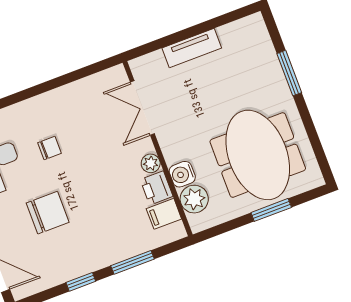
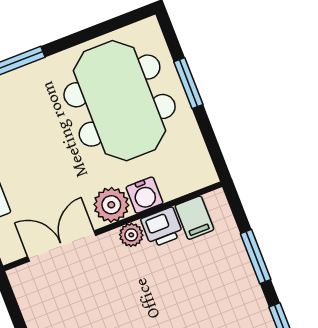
double door: (142, 108) -> (62, 246), swing flipped
meeting table: (258, 155) -> (120, 101), turned 90
plant: (194, 199) -> (111, 205), moved

